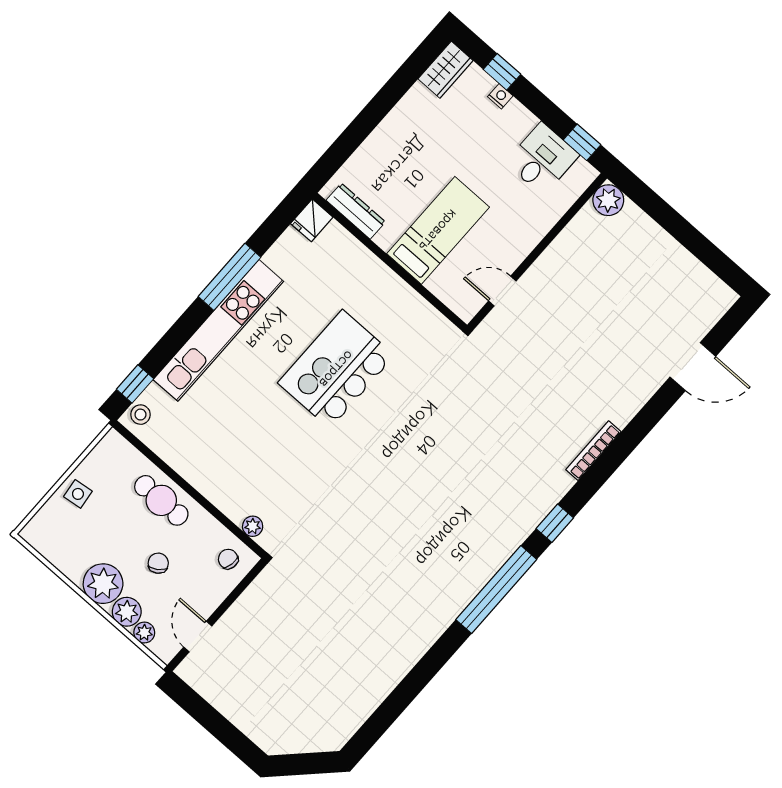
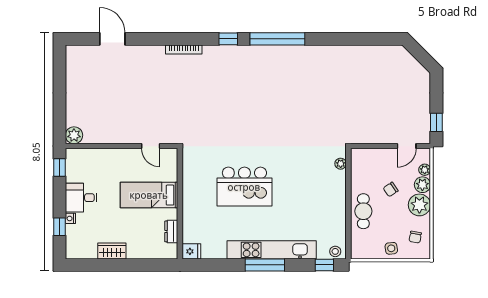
wardrobe: (446, 70) -> (112, 251), moved
desk: (542, 159) -> (81, 198), moved
dresser: (356, 211) -> (171, 231), width x0.70
window: (229, 277) -> (265, 265), moved
chair: (228, 559) -> (415, 237), moved
window: (194, 705) -> (436, 122), added

